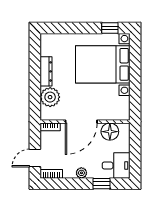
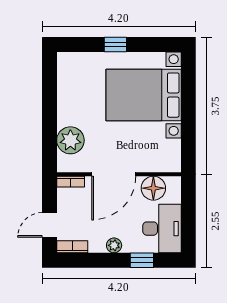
window: (110, 28) -> (115, 45), moved
dresser: (46, 71) -> (65, 105), removed
desk: (116, 165) -> (162, 229), width x1.37

